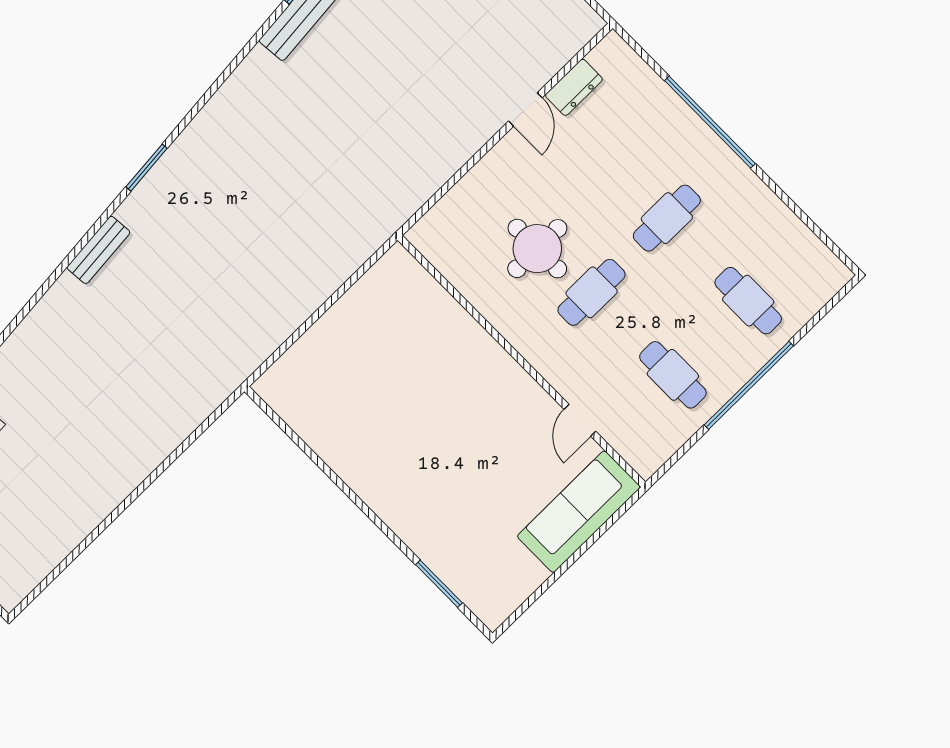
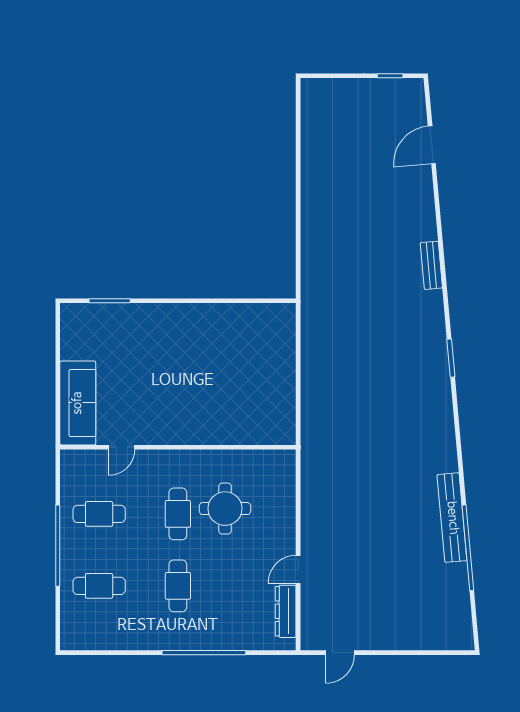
dresser: (574, 87) -> (286, 611), width x1.44
door: (525, 109) -> (298, 569), hinge flipped
bench: (98, 250) -> (431, 265), moved
door: (580, 420) -> (122, 447), swing flipped

